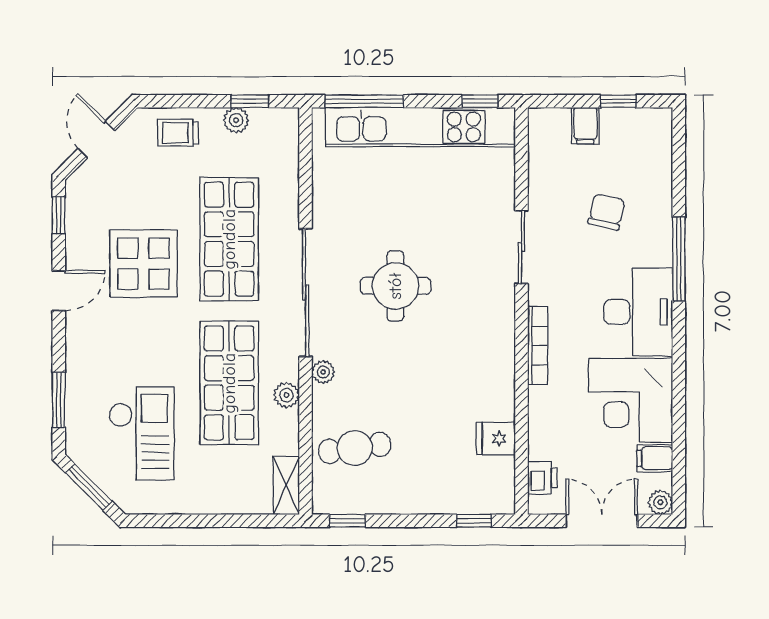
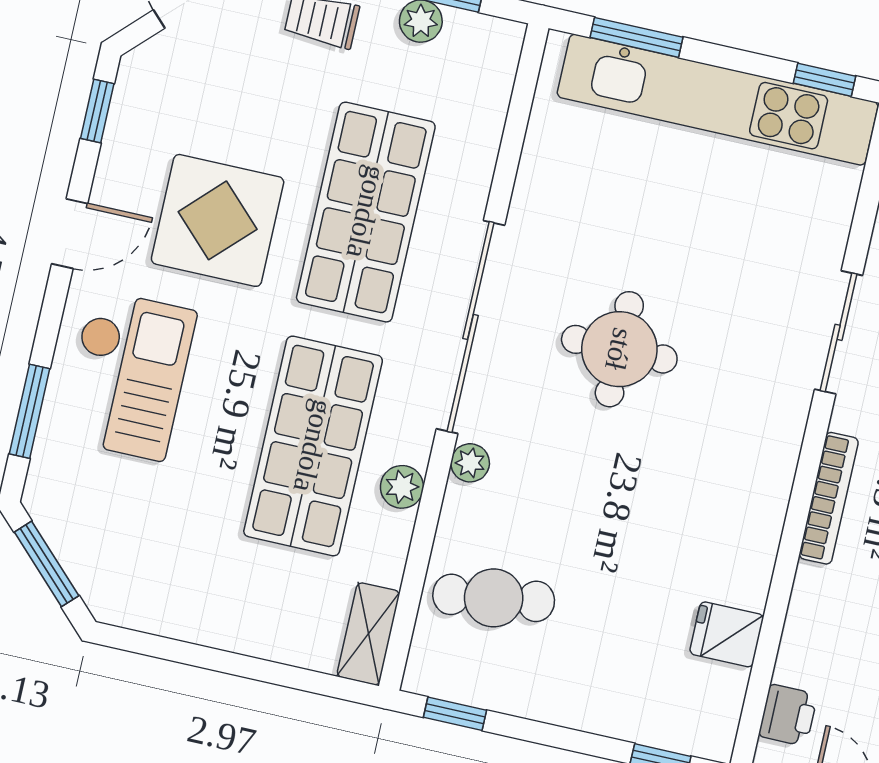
window: (364, 101) -> (636, 37), width x0.69
checkout: (142, 434) -> (128, 375), moved

